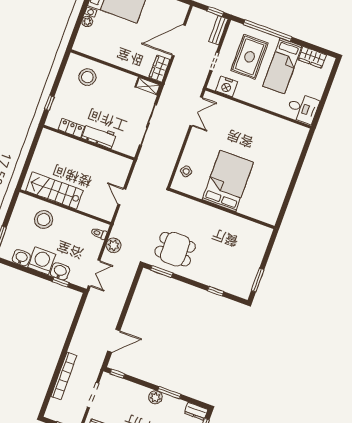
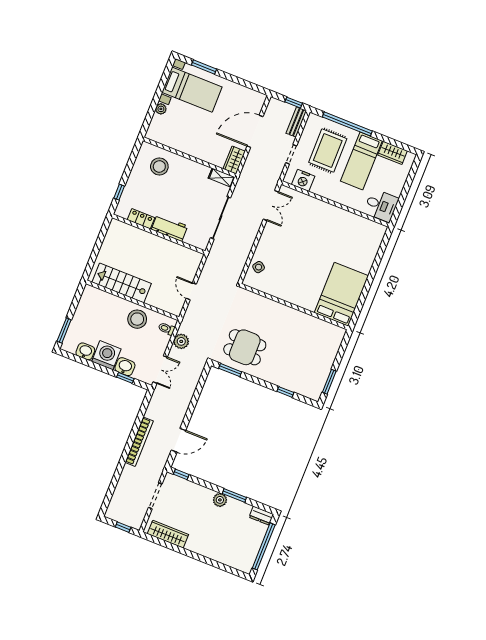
bed: (228, 181) -> (341, 294), moved
stool: (44, 219) -> (137, 319), moved
bookcase: (64, 376) -> (139, 442), moved

